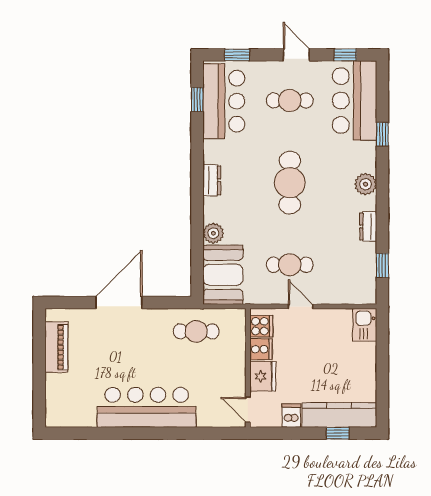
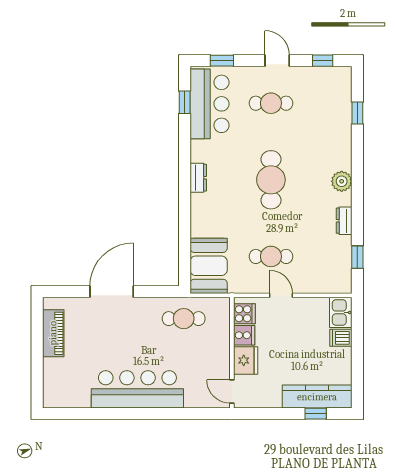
bar counter: (354, 101) -> (331, 103), removed
window: (382, 134) -> (357, 113), moved
plant: (213, 233) -> (200, 227), removed
dishwasher: (291, 415) -> (341, 338), moved, turned -90

